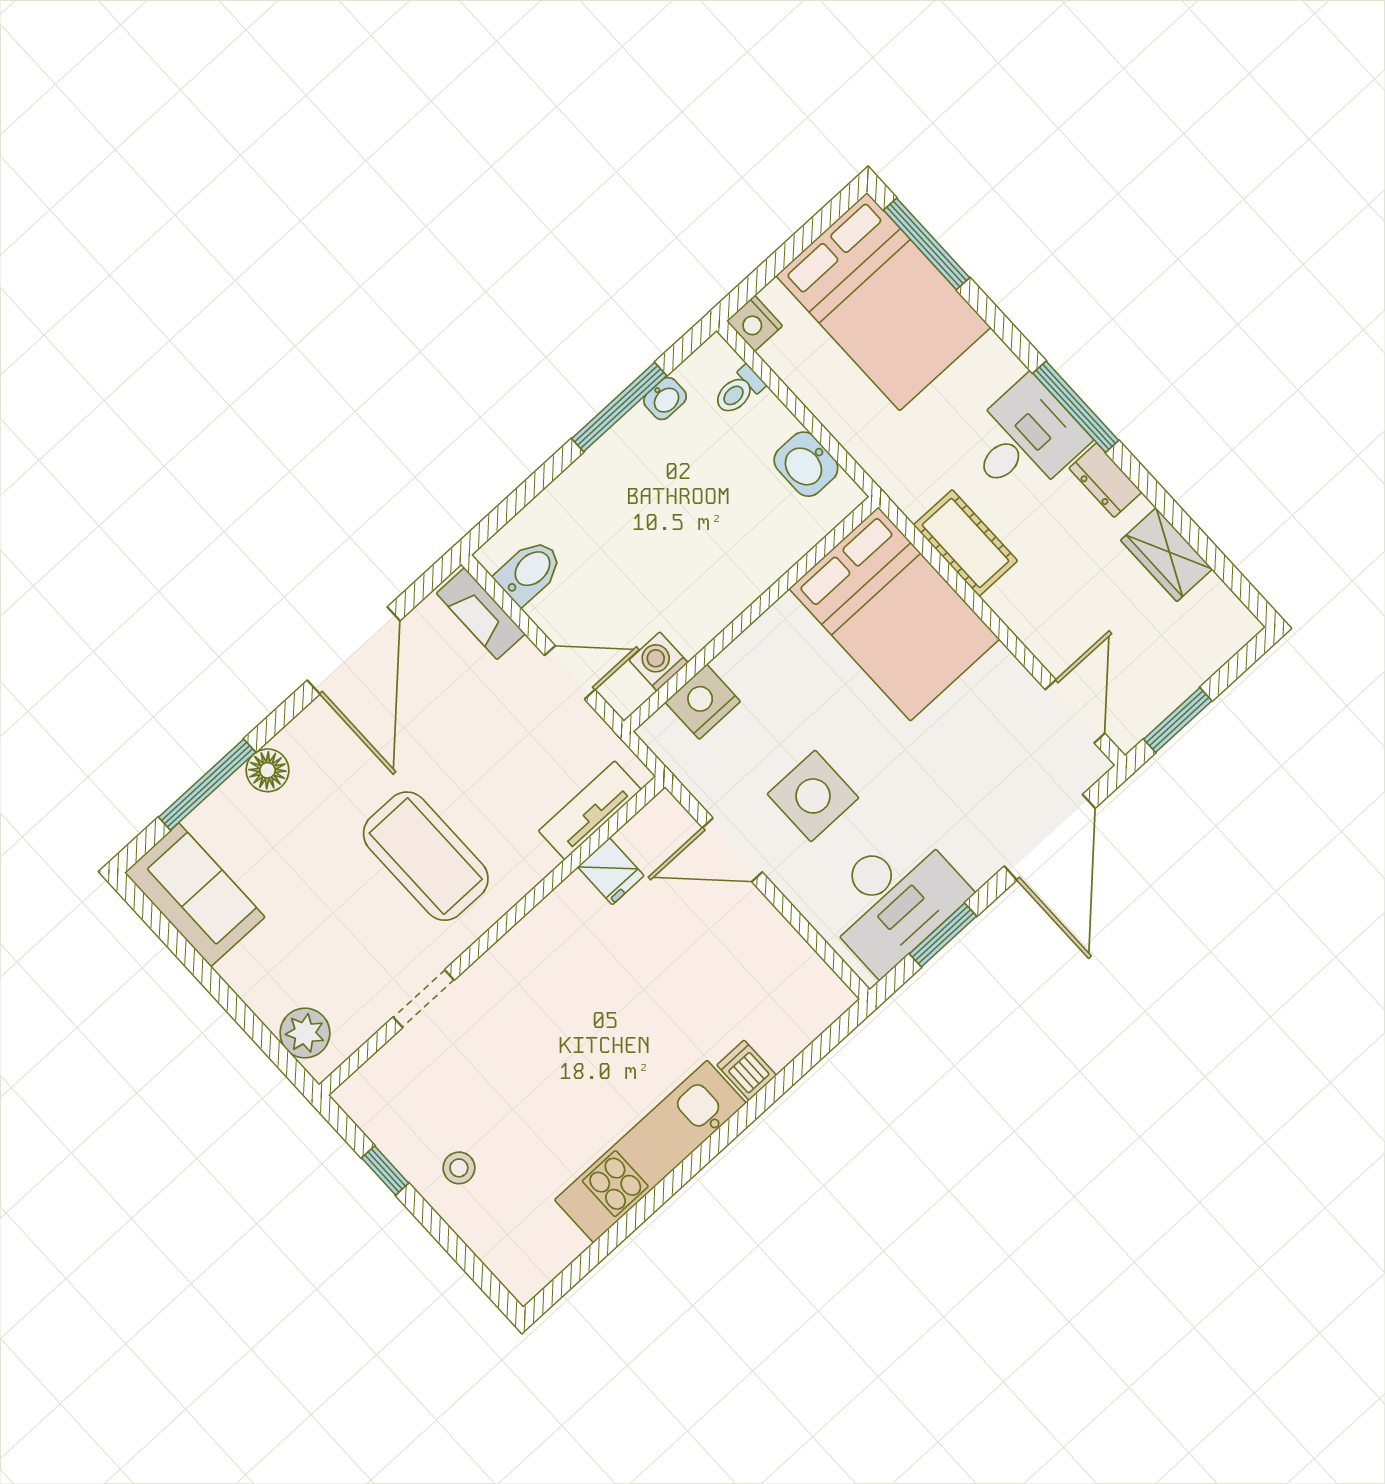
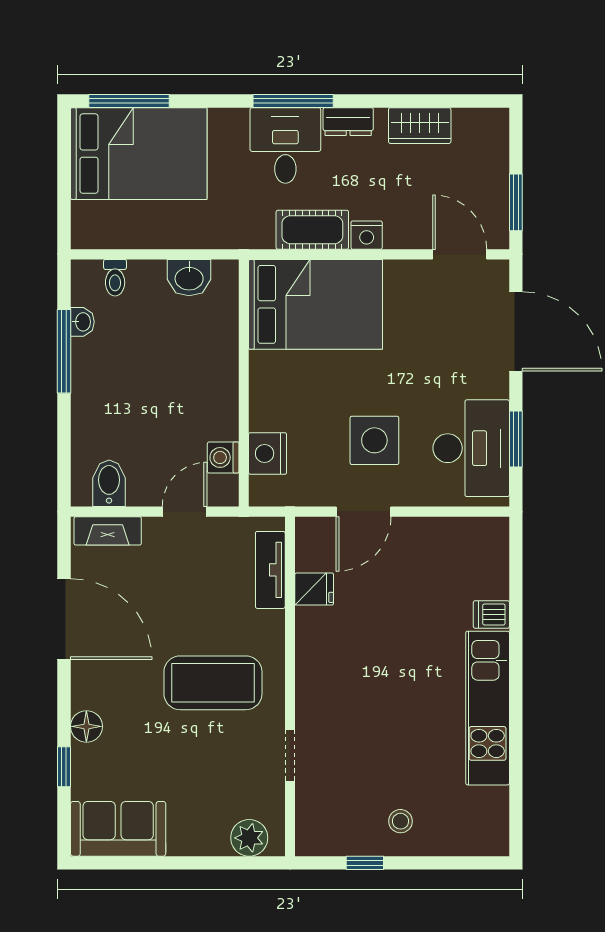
nightstand: (755, 323) -> (367, 235), moved
window: (207, 785) -> (64, 767), width x0.46

